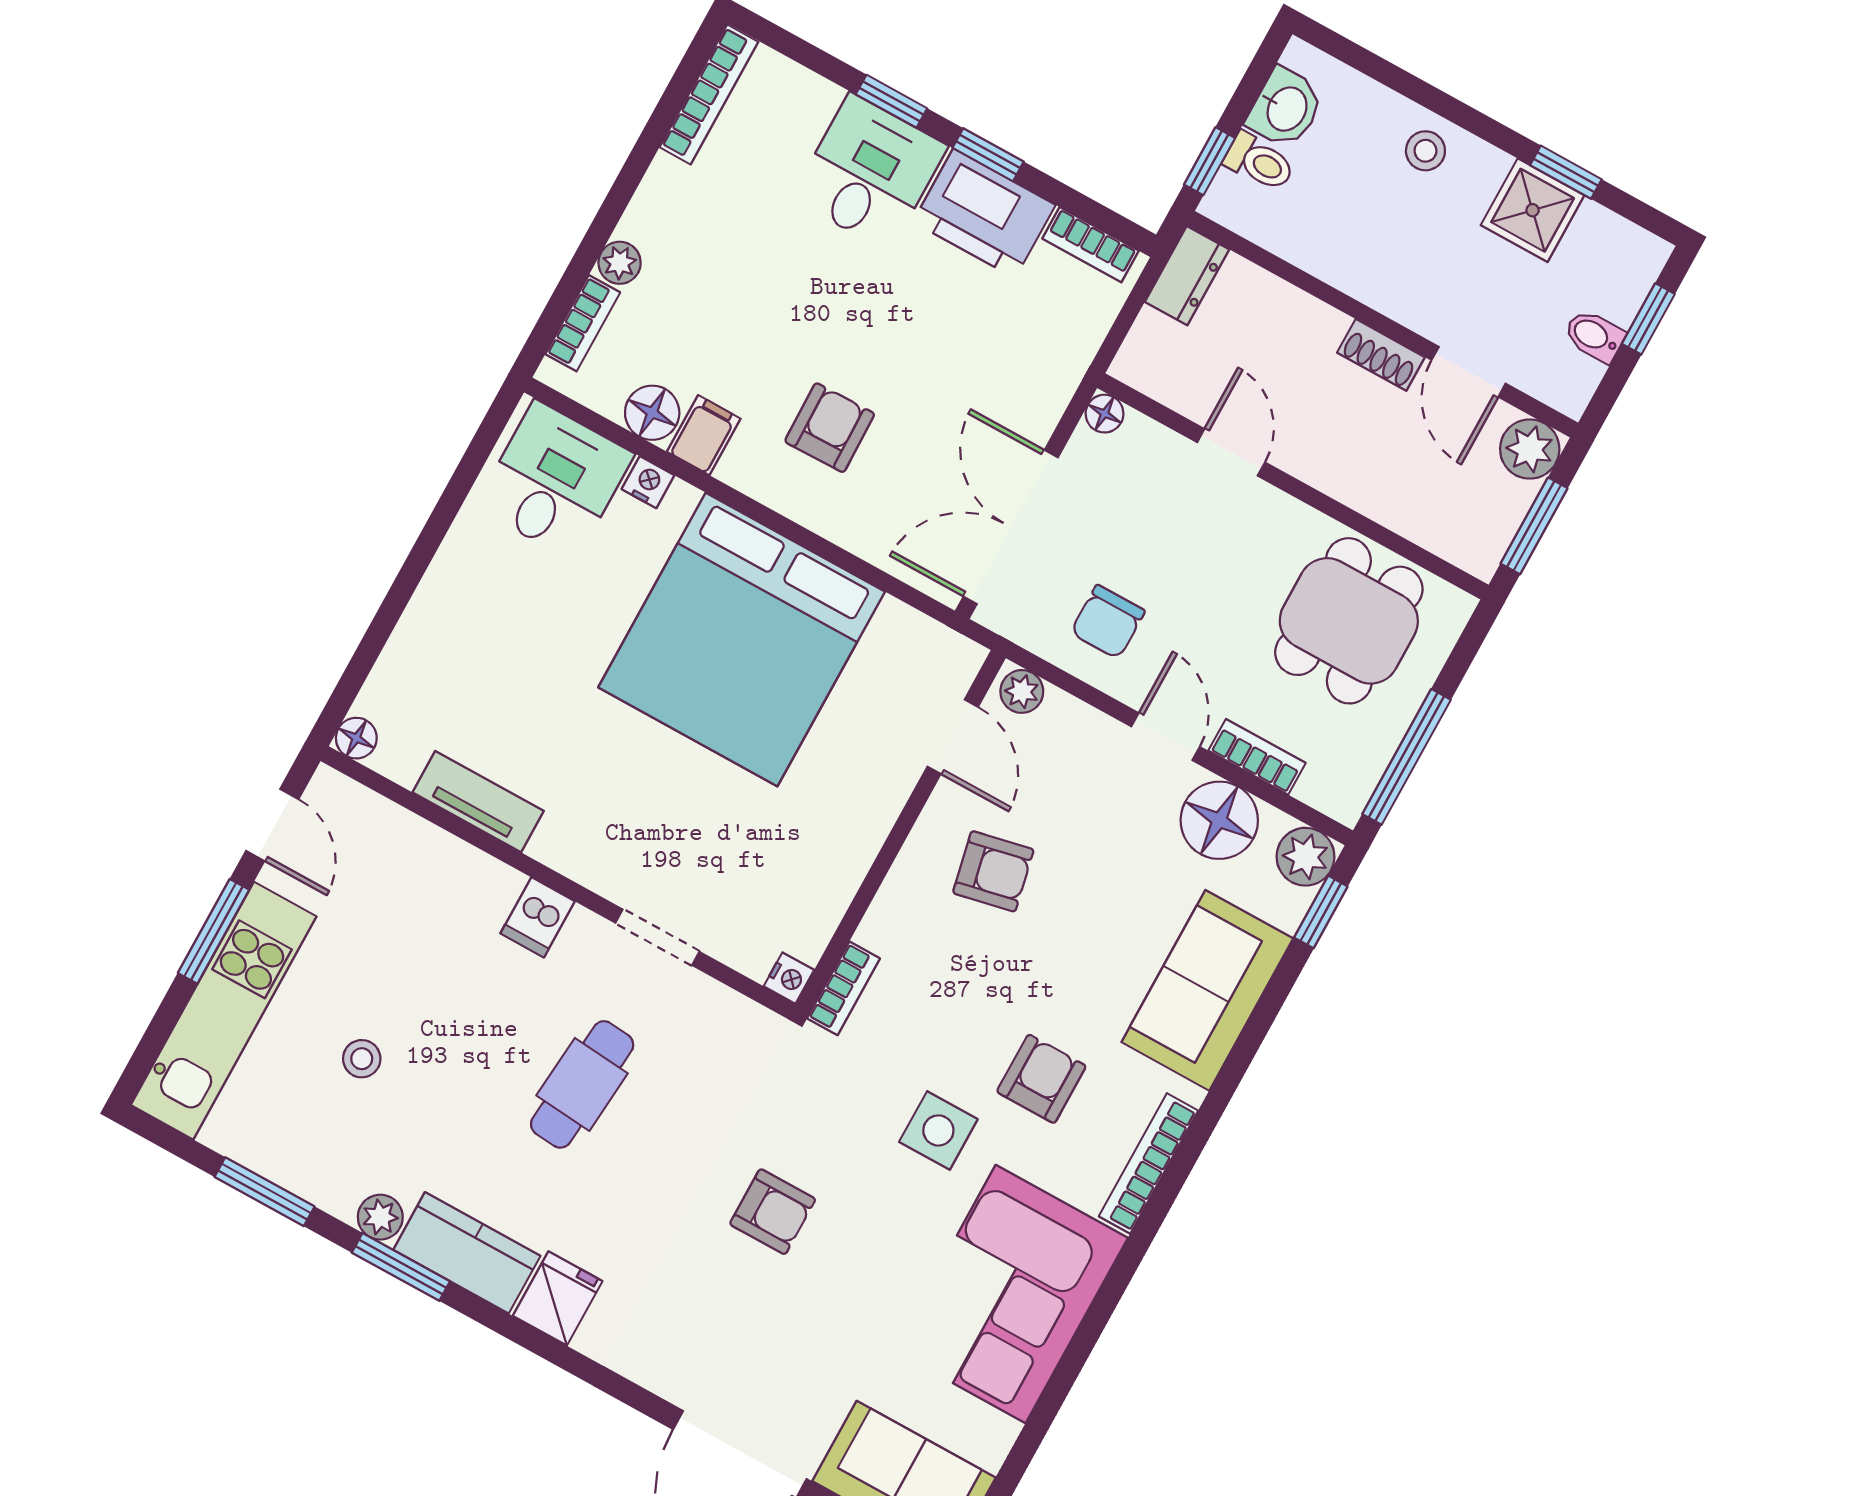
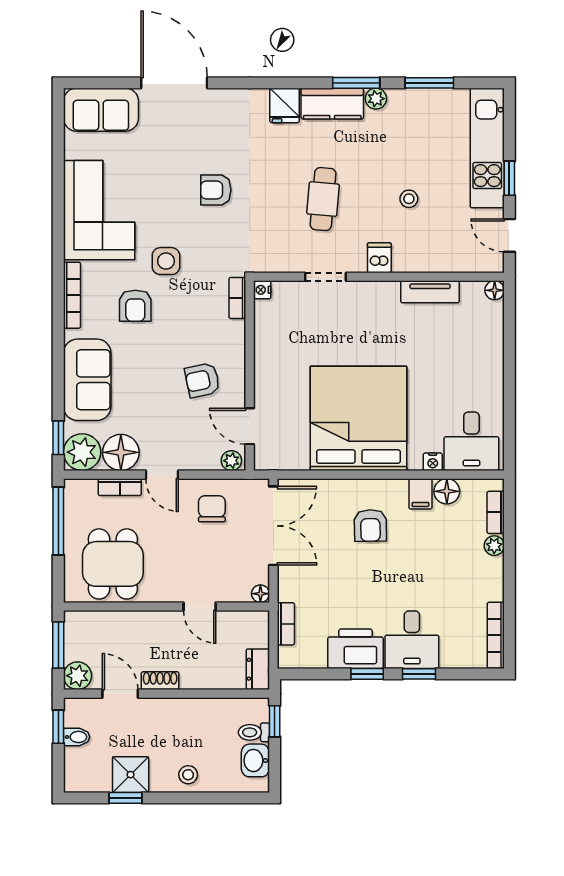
bookcase: (1091, 245) -> (286, 624), moved, turned 90
window: (1648, 319) -> (58, 727), moved
plant: (1306, 857) -> (82, 452), width x1.36, depth x1.36
window: (214, 931) -> (509, 178), width x0.67
stool: (362, 1059) -> (409, 199), moved

